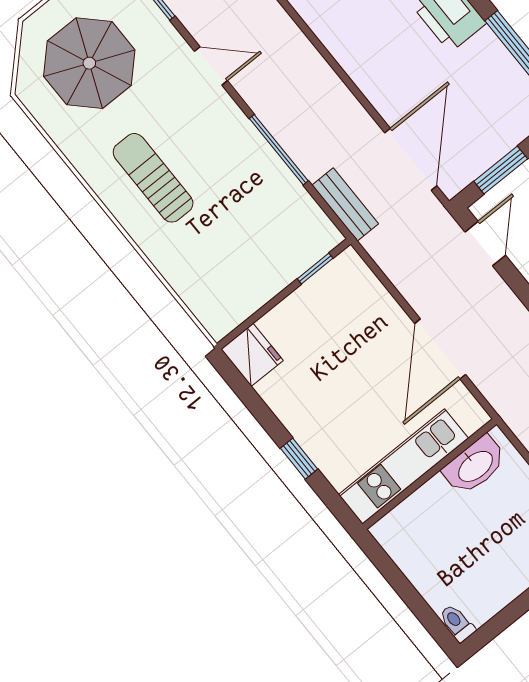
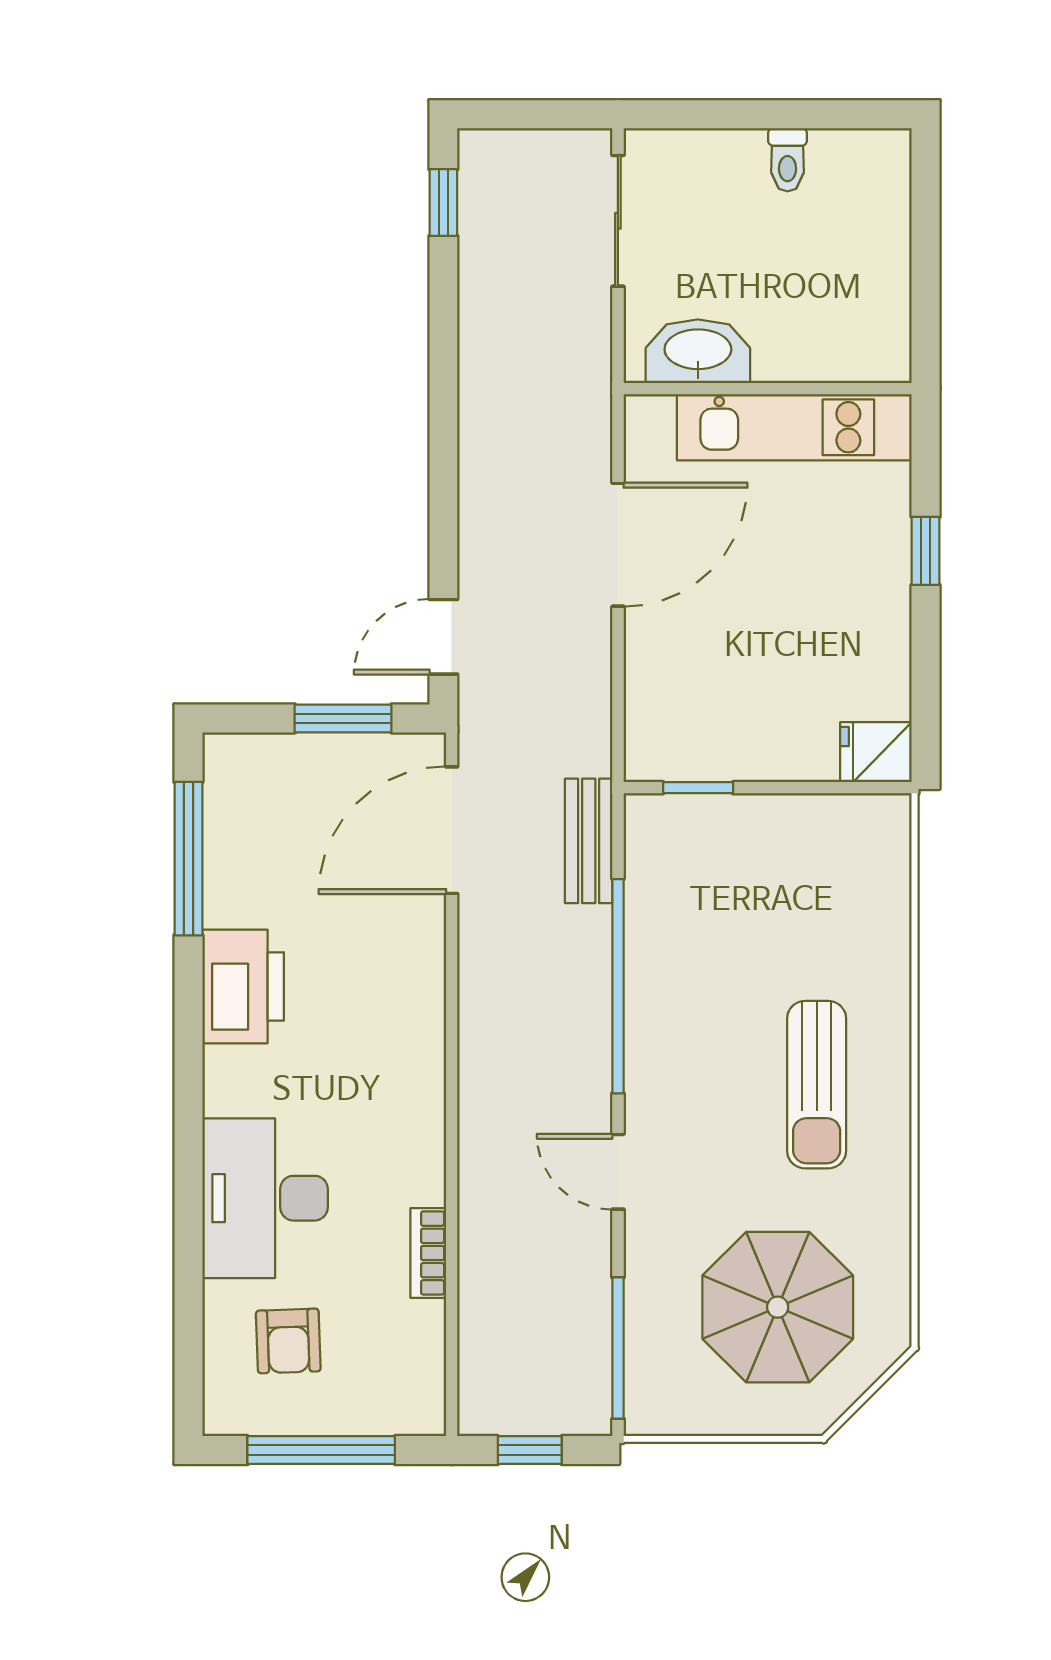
window: (279, 150) -> (618, 986), width x1.46
fridge: (252, 355) -> (876, 752), width x0.72
toilet: (457, 623) -> (788, 160), moved

